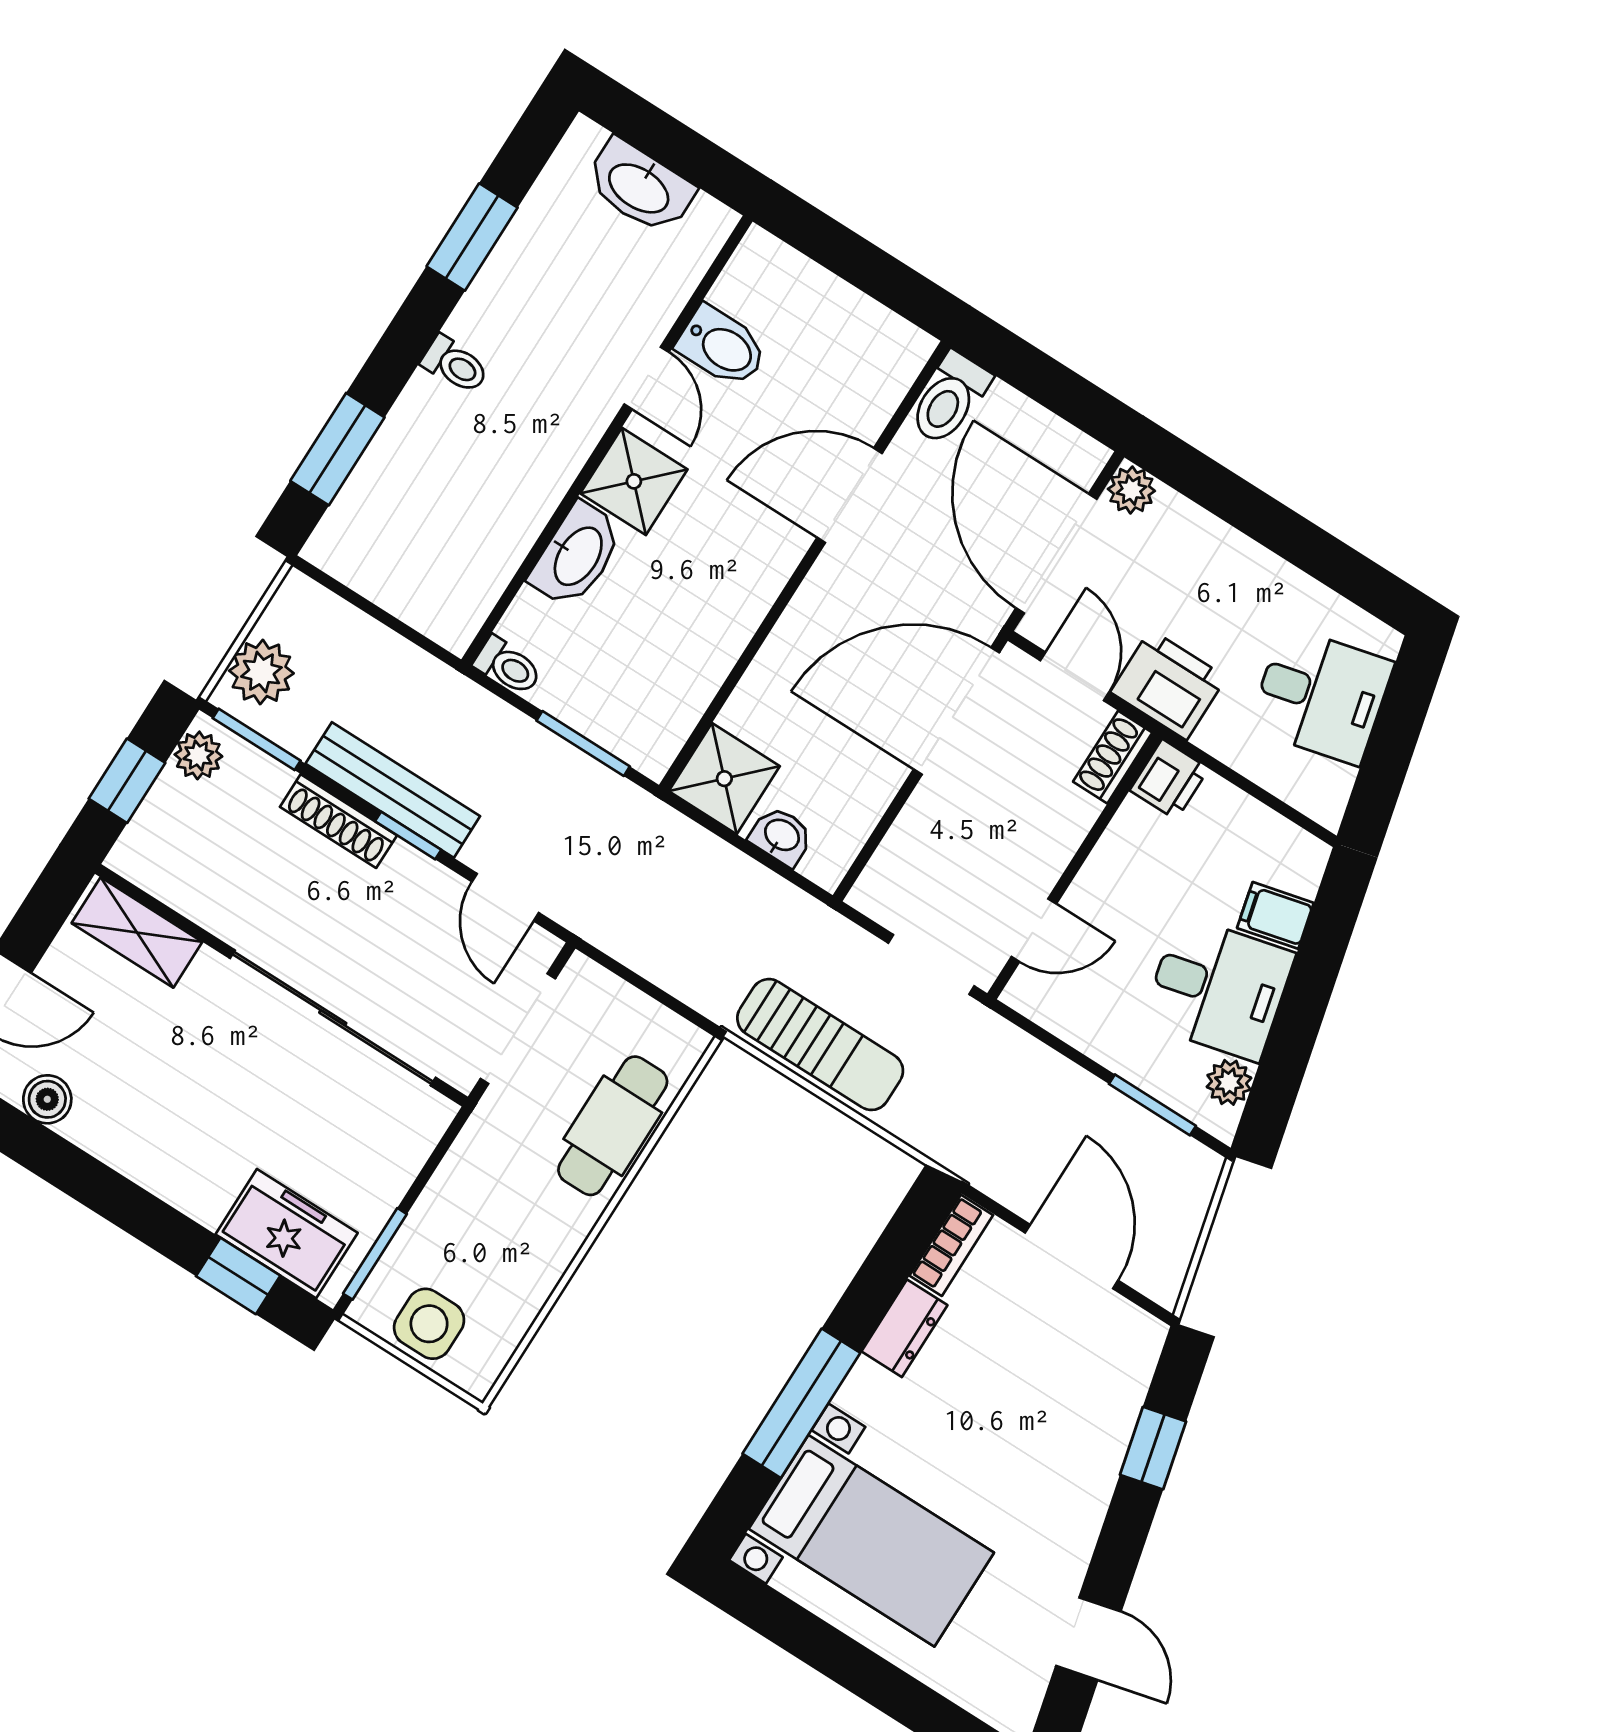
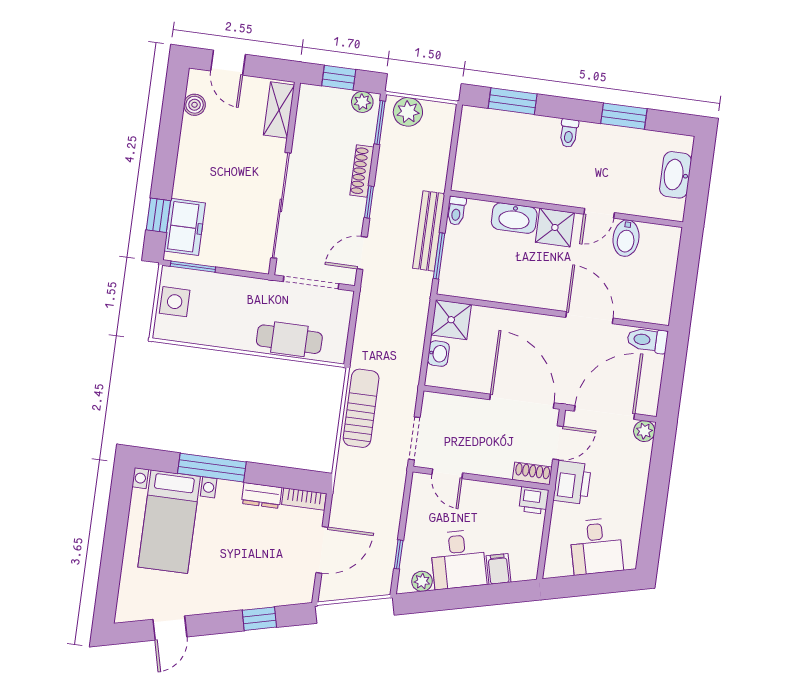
bench: (393, 790) -> (429, 231), moved
sun lounger: (820, 1045) -> (361, 408), turned 180
window: (1152, 1105) -> (399, 554), width x0.67

